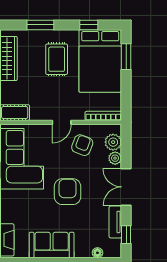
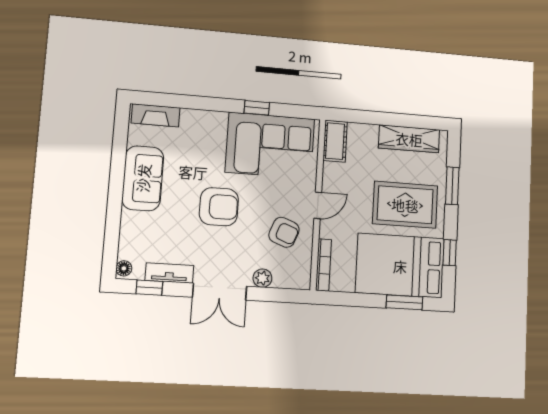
rug: (57, 59) -> (405, 205), width x1.36, depth x1.43
door: (62, 122) -> (318, 205), swing flipped
plant: (113, 142) -> (286, 277), removed
double door: (126, 187) -> (220, 292), swing flipped
floor lamp: (97, 253) -> (124, 268), moved

